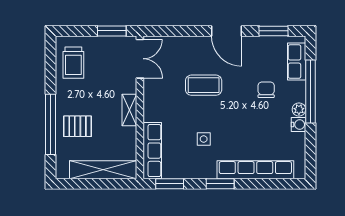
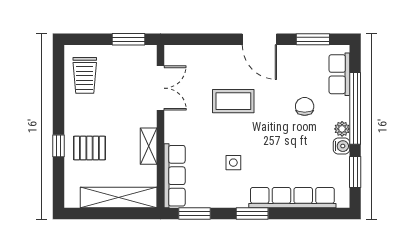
double door: (140, 59) -> (160, 88), moved
shelving: (129, 110) -> (149, 146), moved
window: (50, 124) -> (59, 146), width x0.32
window: (310, 147) -> (355, 172), added

